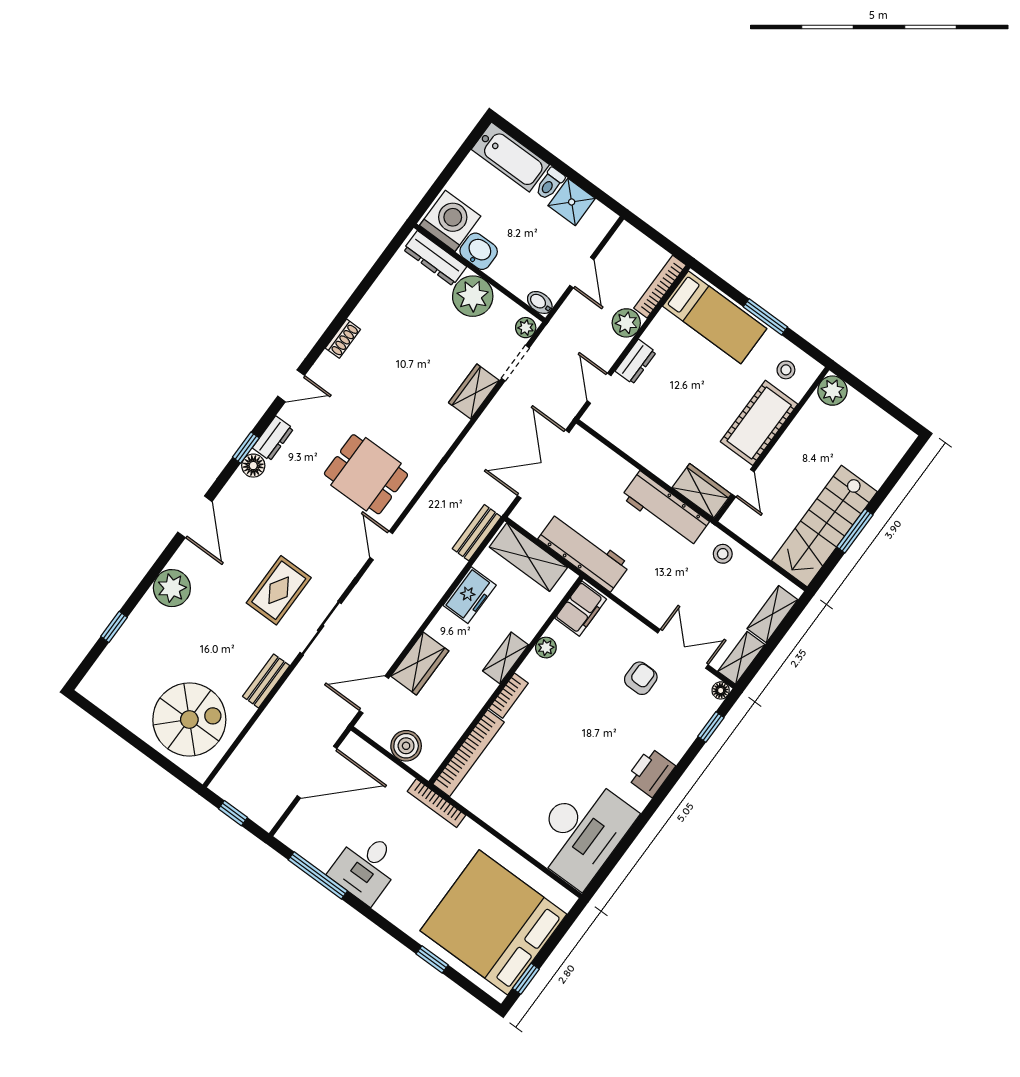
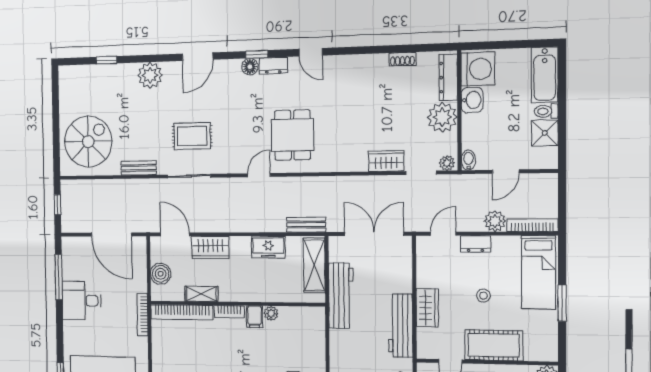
shoe rack: (343, 339) -> (402, 59), moved
stool: (786, 370) -> (483, 296), moved
wardrobe: (702, 491) -> (427, 308), moved
filing cabinet: (581, 609) -> (255, 317), moved, width x0.50
shelving: (506, 658) -> (201, 294), moved
spiral stairs: (189, 719) -> (88, 142), turned -90

